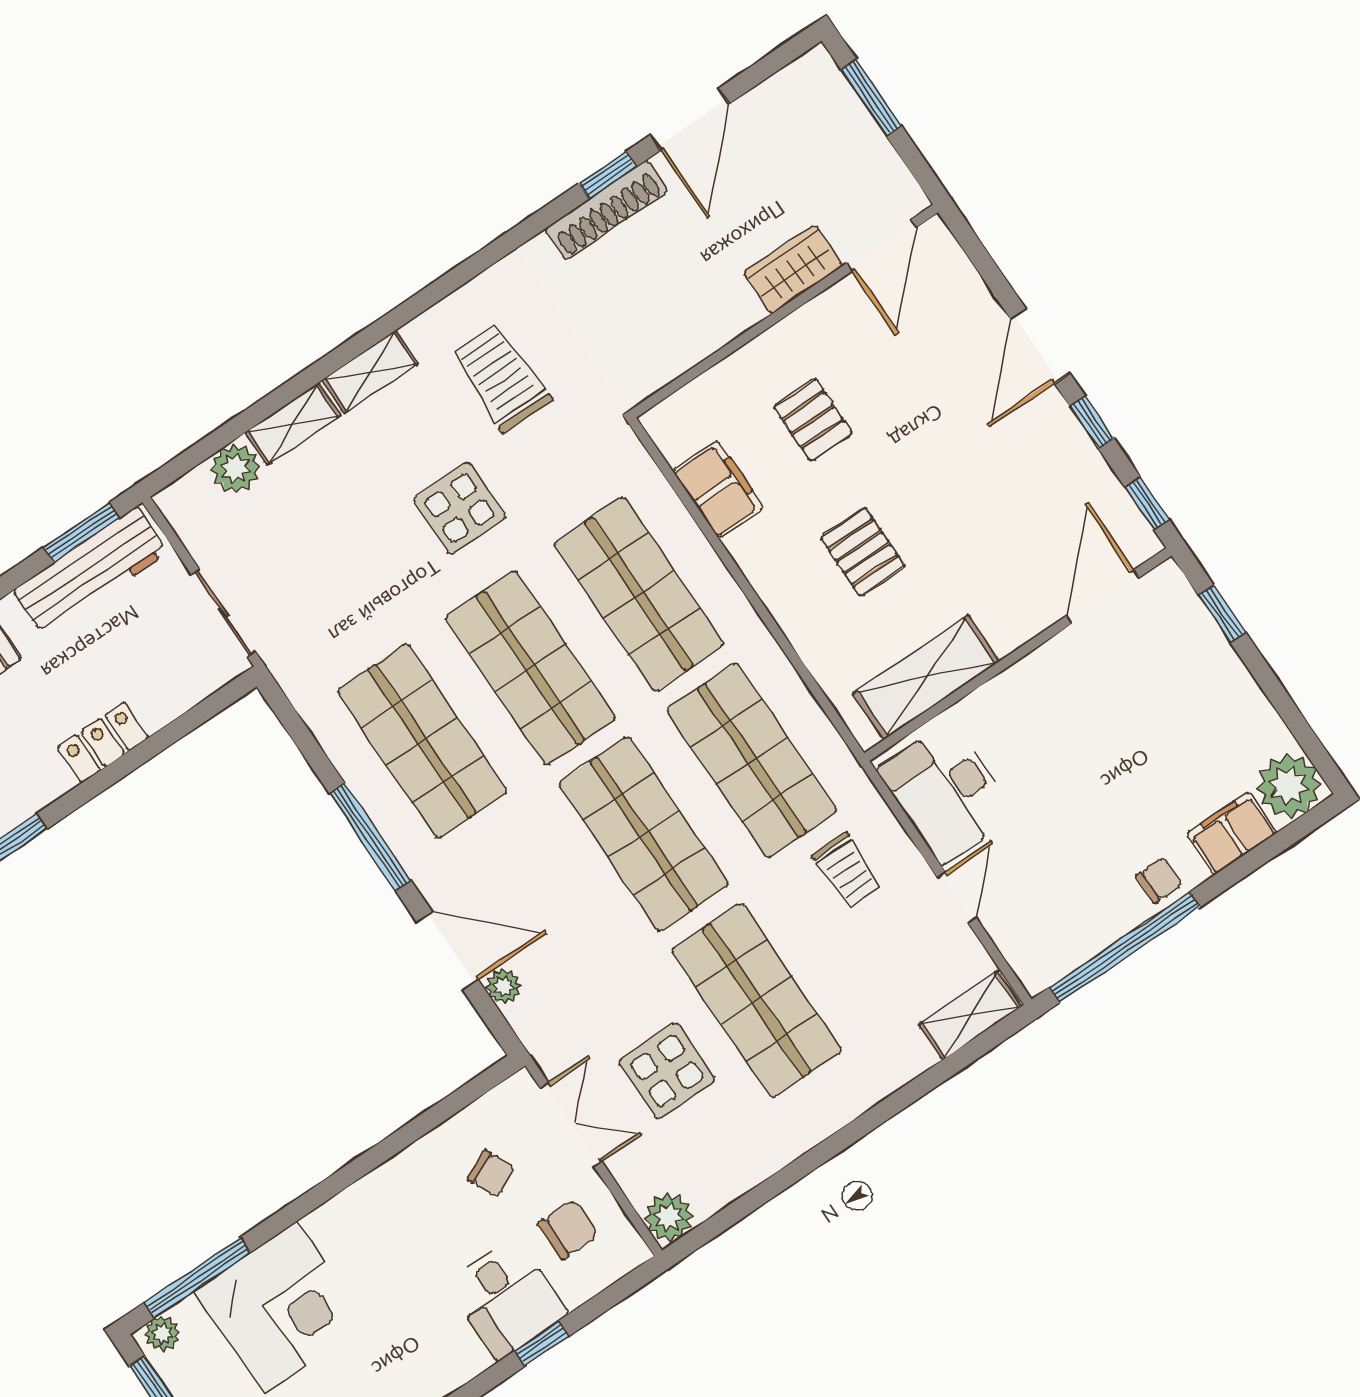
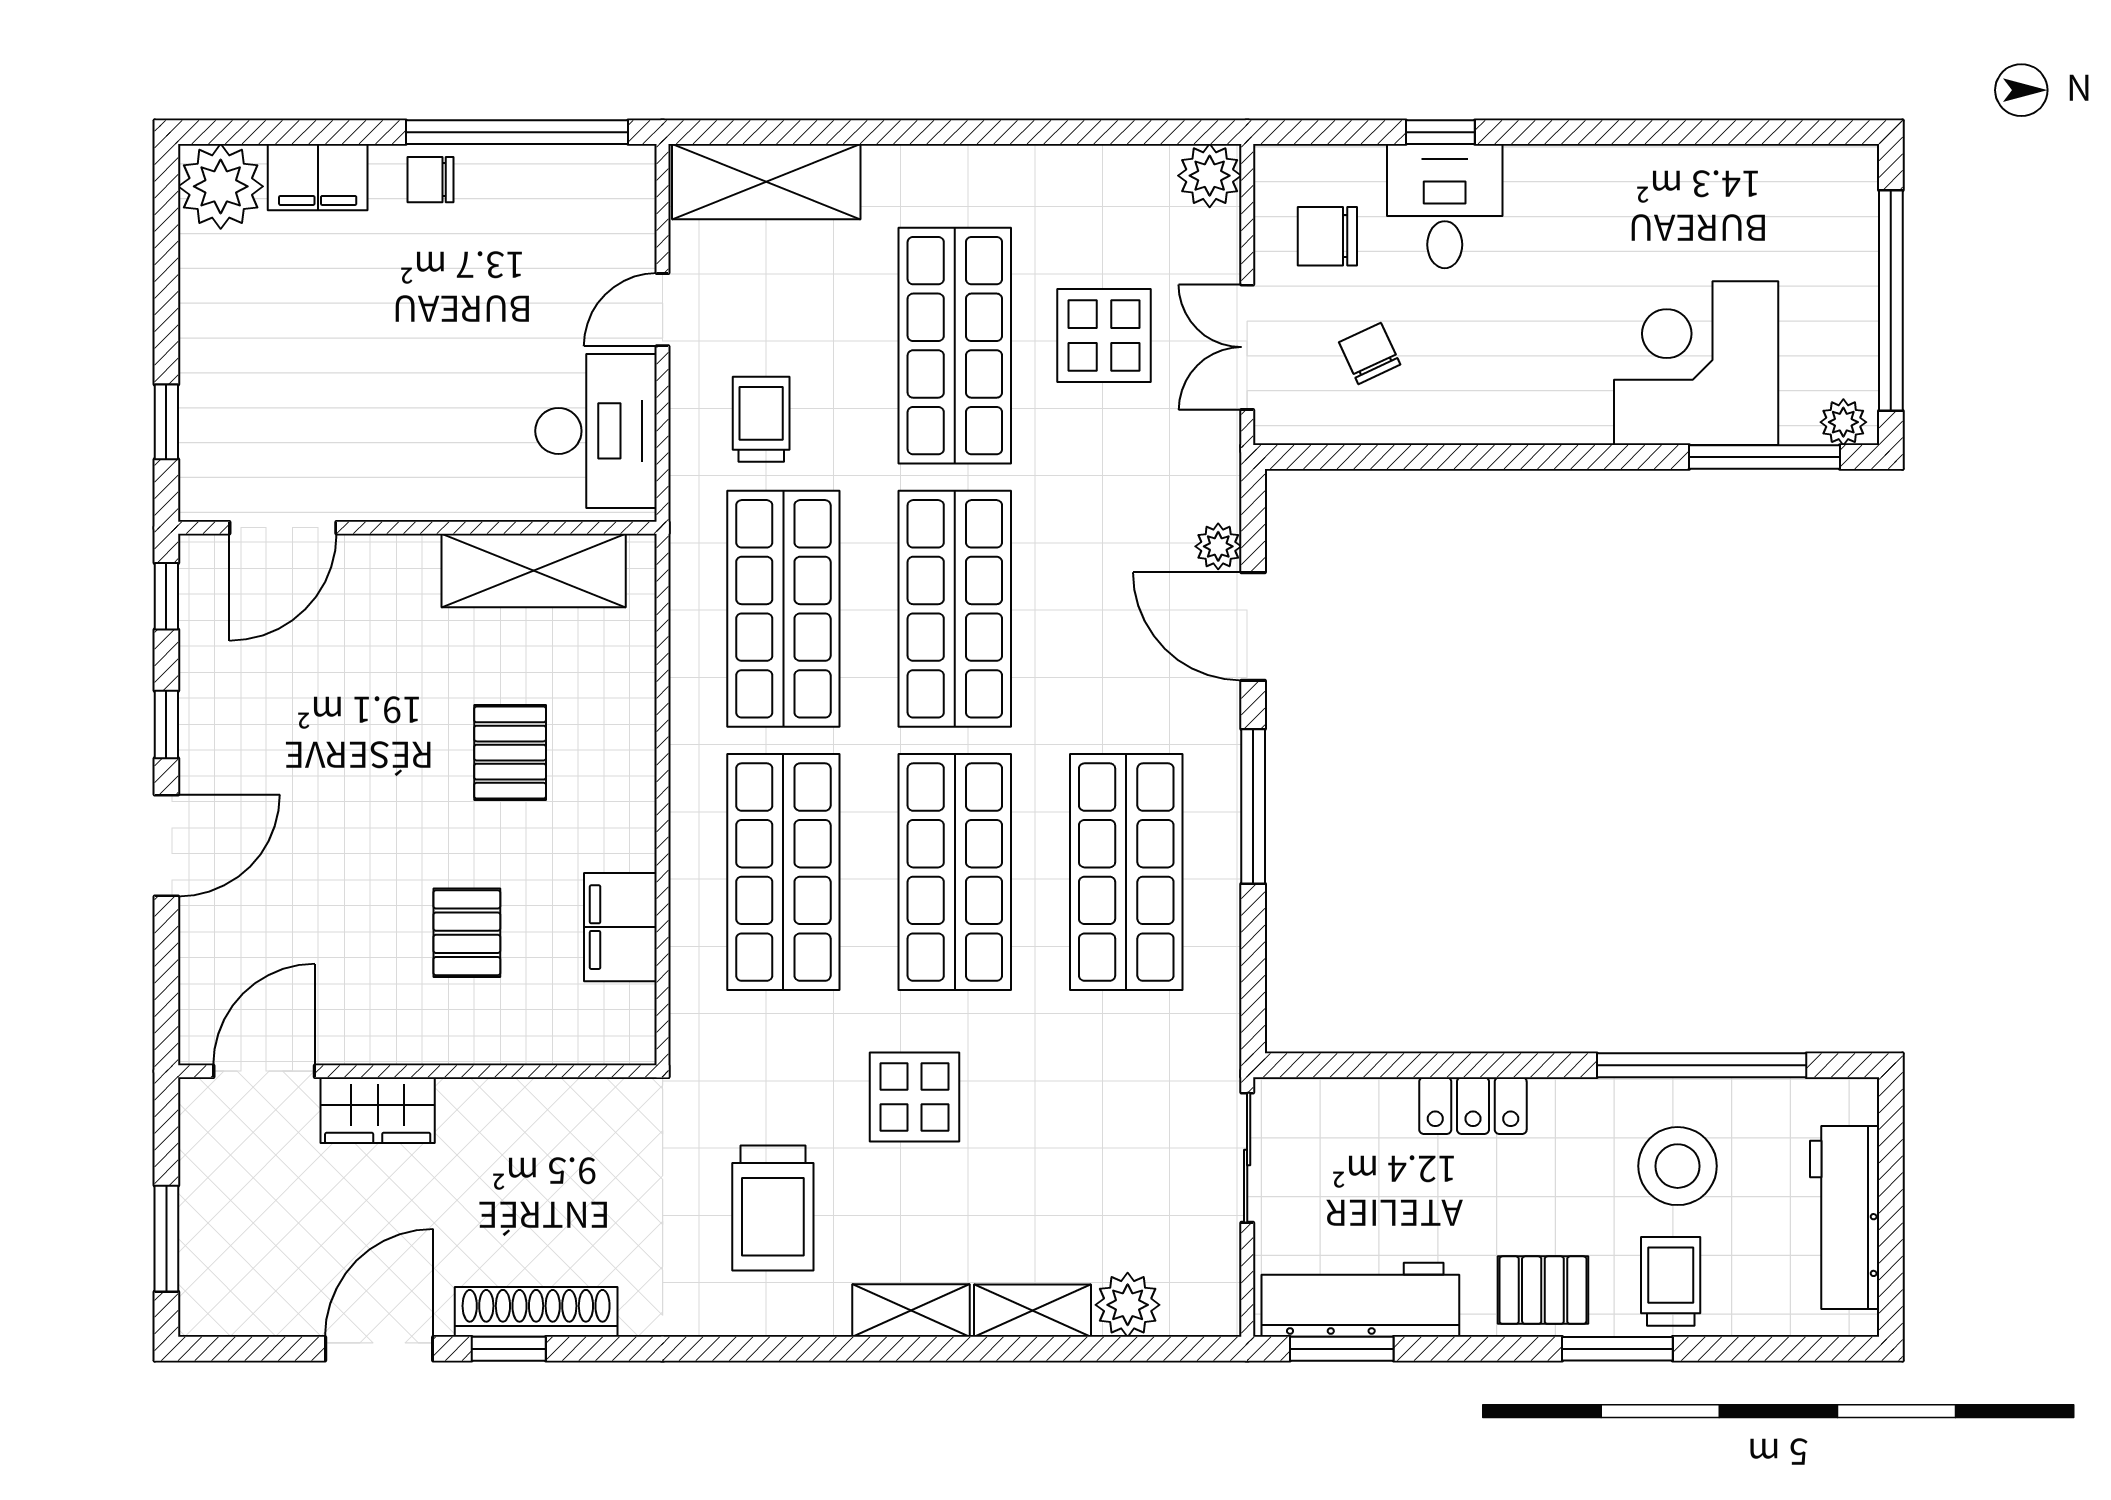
shelving: (970, 1015) -> (766, 182), width x1.50, depth x1.33

